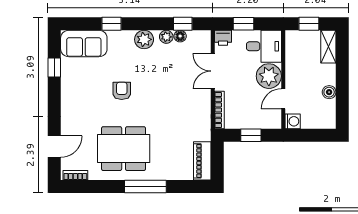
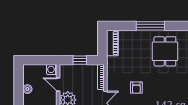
armchair: (122, 91) -> (136, 88), moved
door: (283, 99) -> (58, 85), swing flipped
dining table: (124, 149) -> (165, 51), width x0.73

